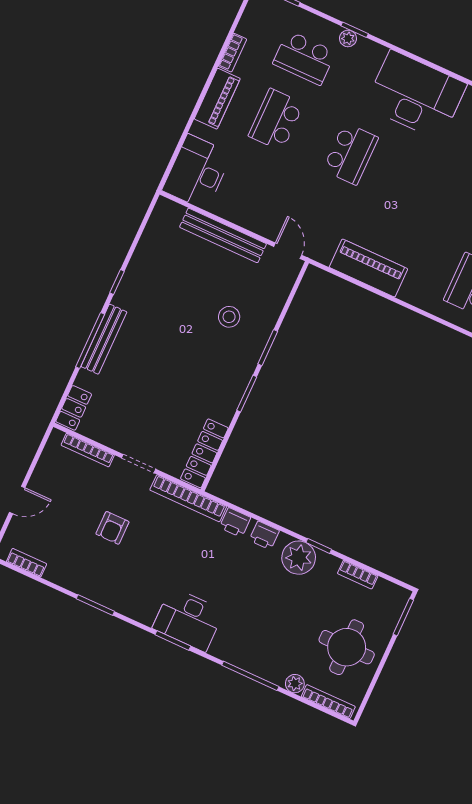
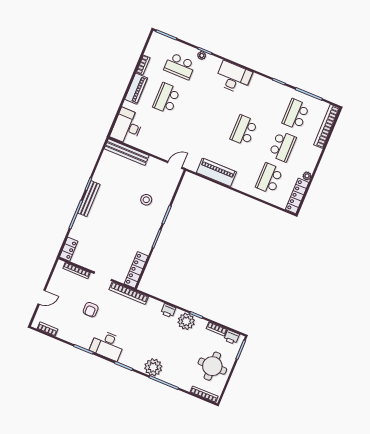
desk: (416, 95) -> (233, 78), width x0.73, depth x0.77
school desk: (351, 154) -> (244, 130), moved, turned 180
bench: (223, 235) -> (127, 152), moved
door: (288, 251) -> (175, 165), hinge flipped
bench: (104, 339) -> (89, 199), moved
printer: (235, 522) -> (232, 337), moved
desk: (188, 619) -> (107, 345), moved
plant: (295, 684) -> (153, 367), moved, width x1.88, depth x1.88

